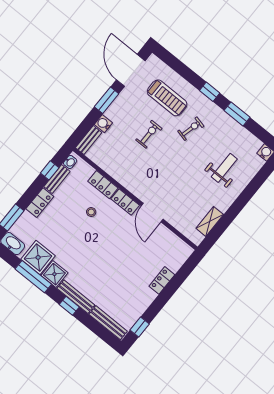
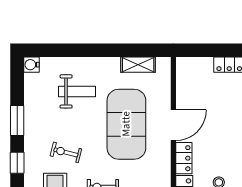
weight bench: (224, 168) -> (77, 91), turned 180
exercise mat: (177, 183) -> (126, 124), added

